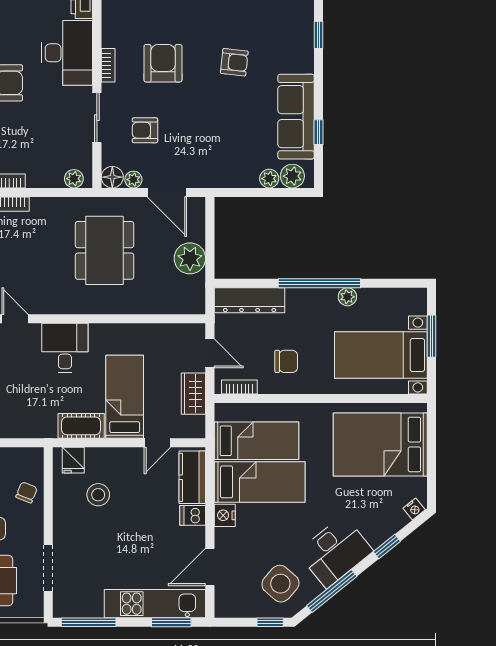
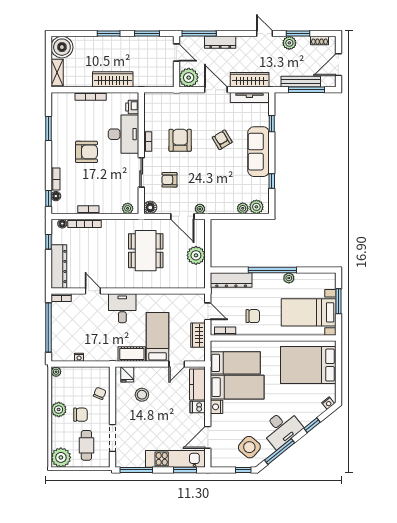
armchair: (234, 62) -> (222, 140), turned -127
sofa: (296, 117) -> (259, 152), moved
plant: (133, 180) -> (200, 209), moved

